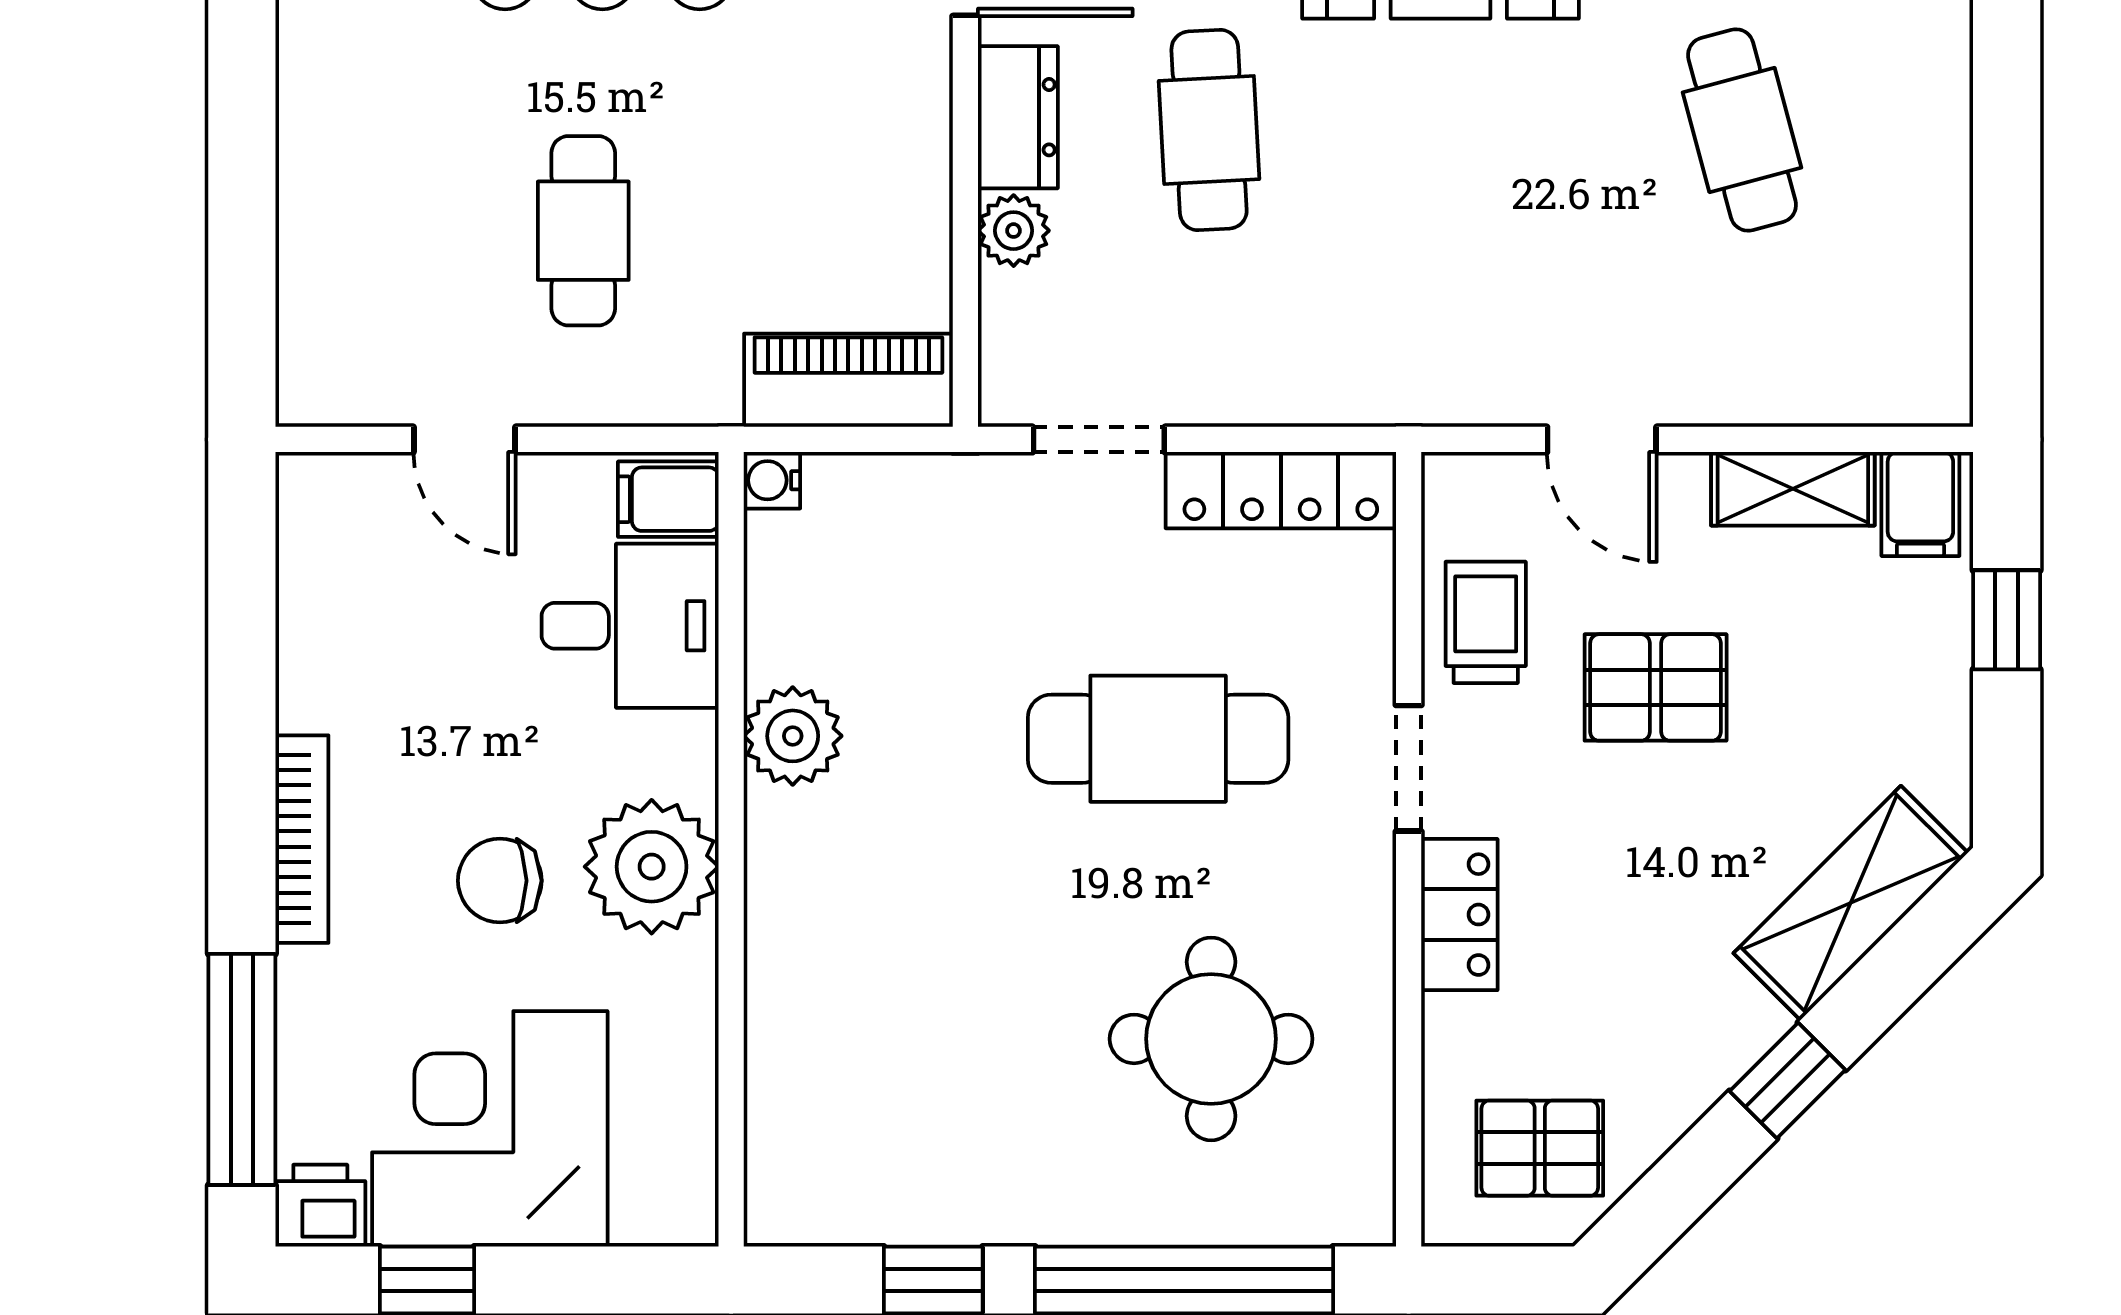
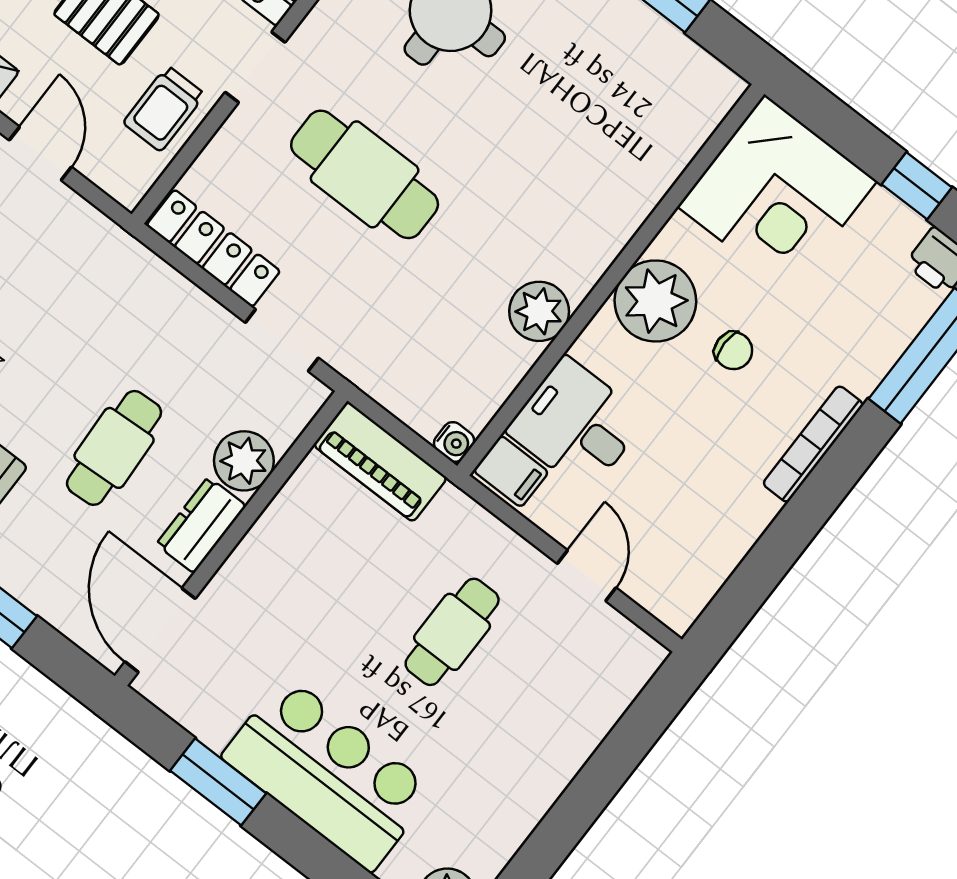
plant: (1014, 231) -> (244, 461), width x1.38, depth x1.38
chair: (500, 881) -> (733, 351), width x0.73, depth x0.73
corner desk: (490, 1129) -> (777, 194), moved

